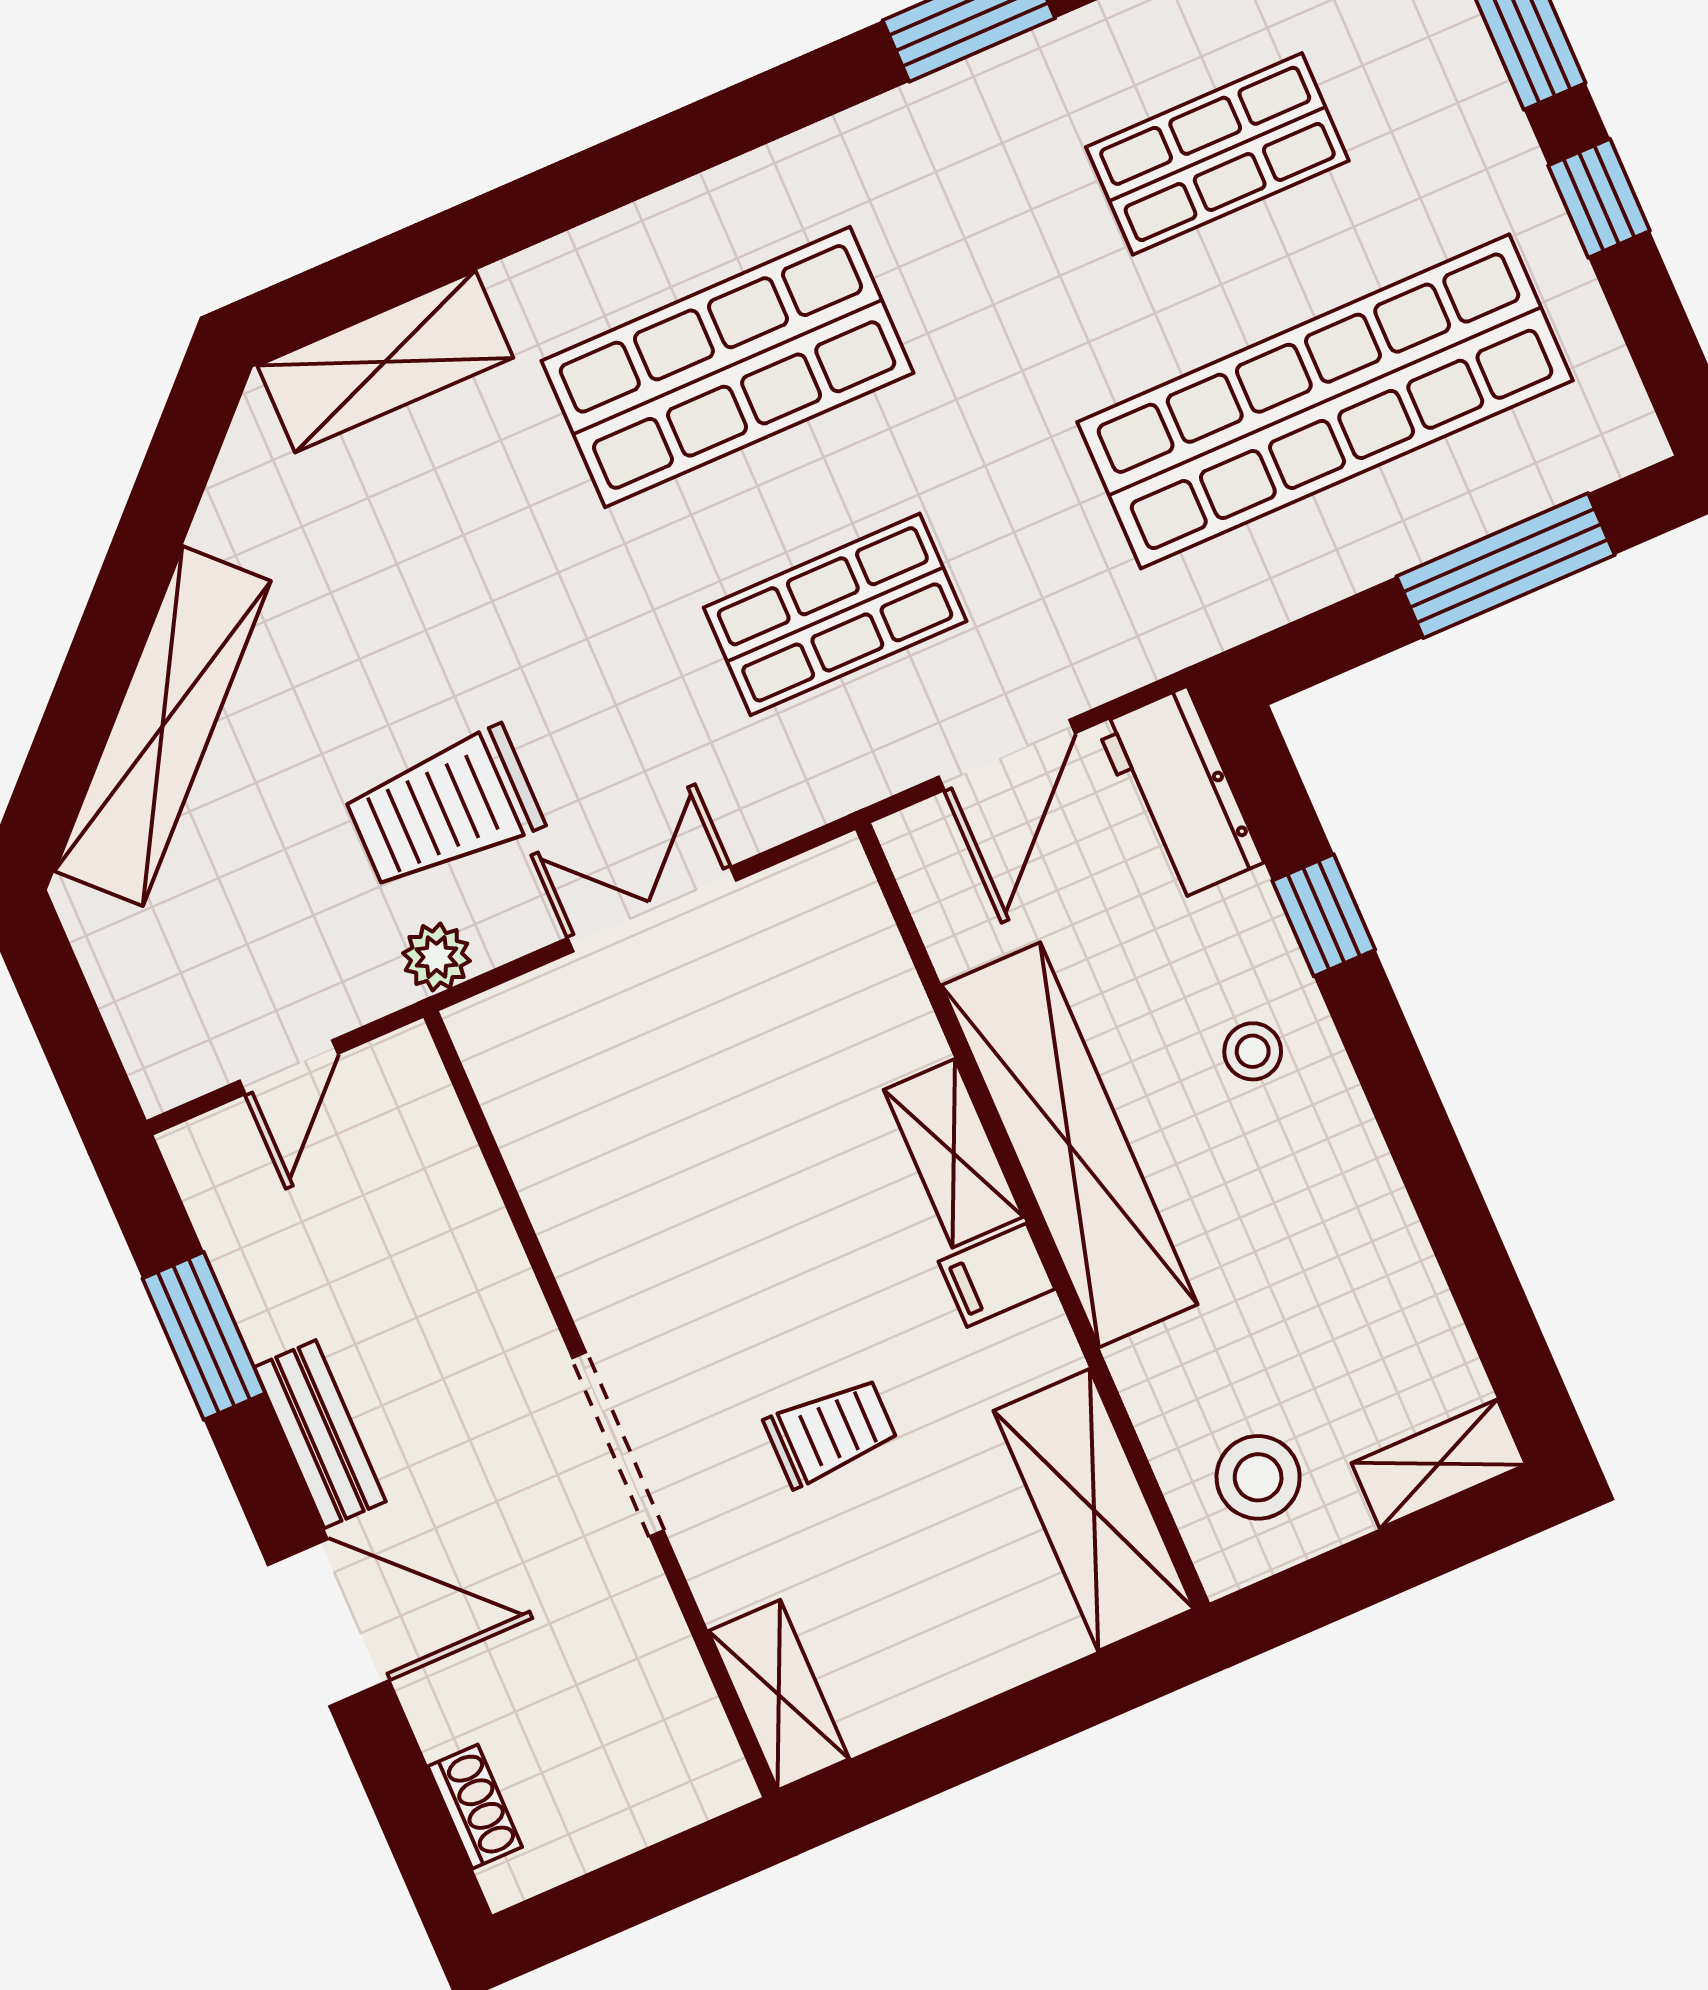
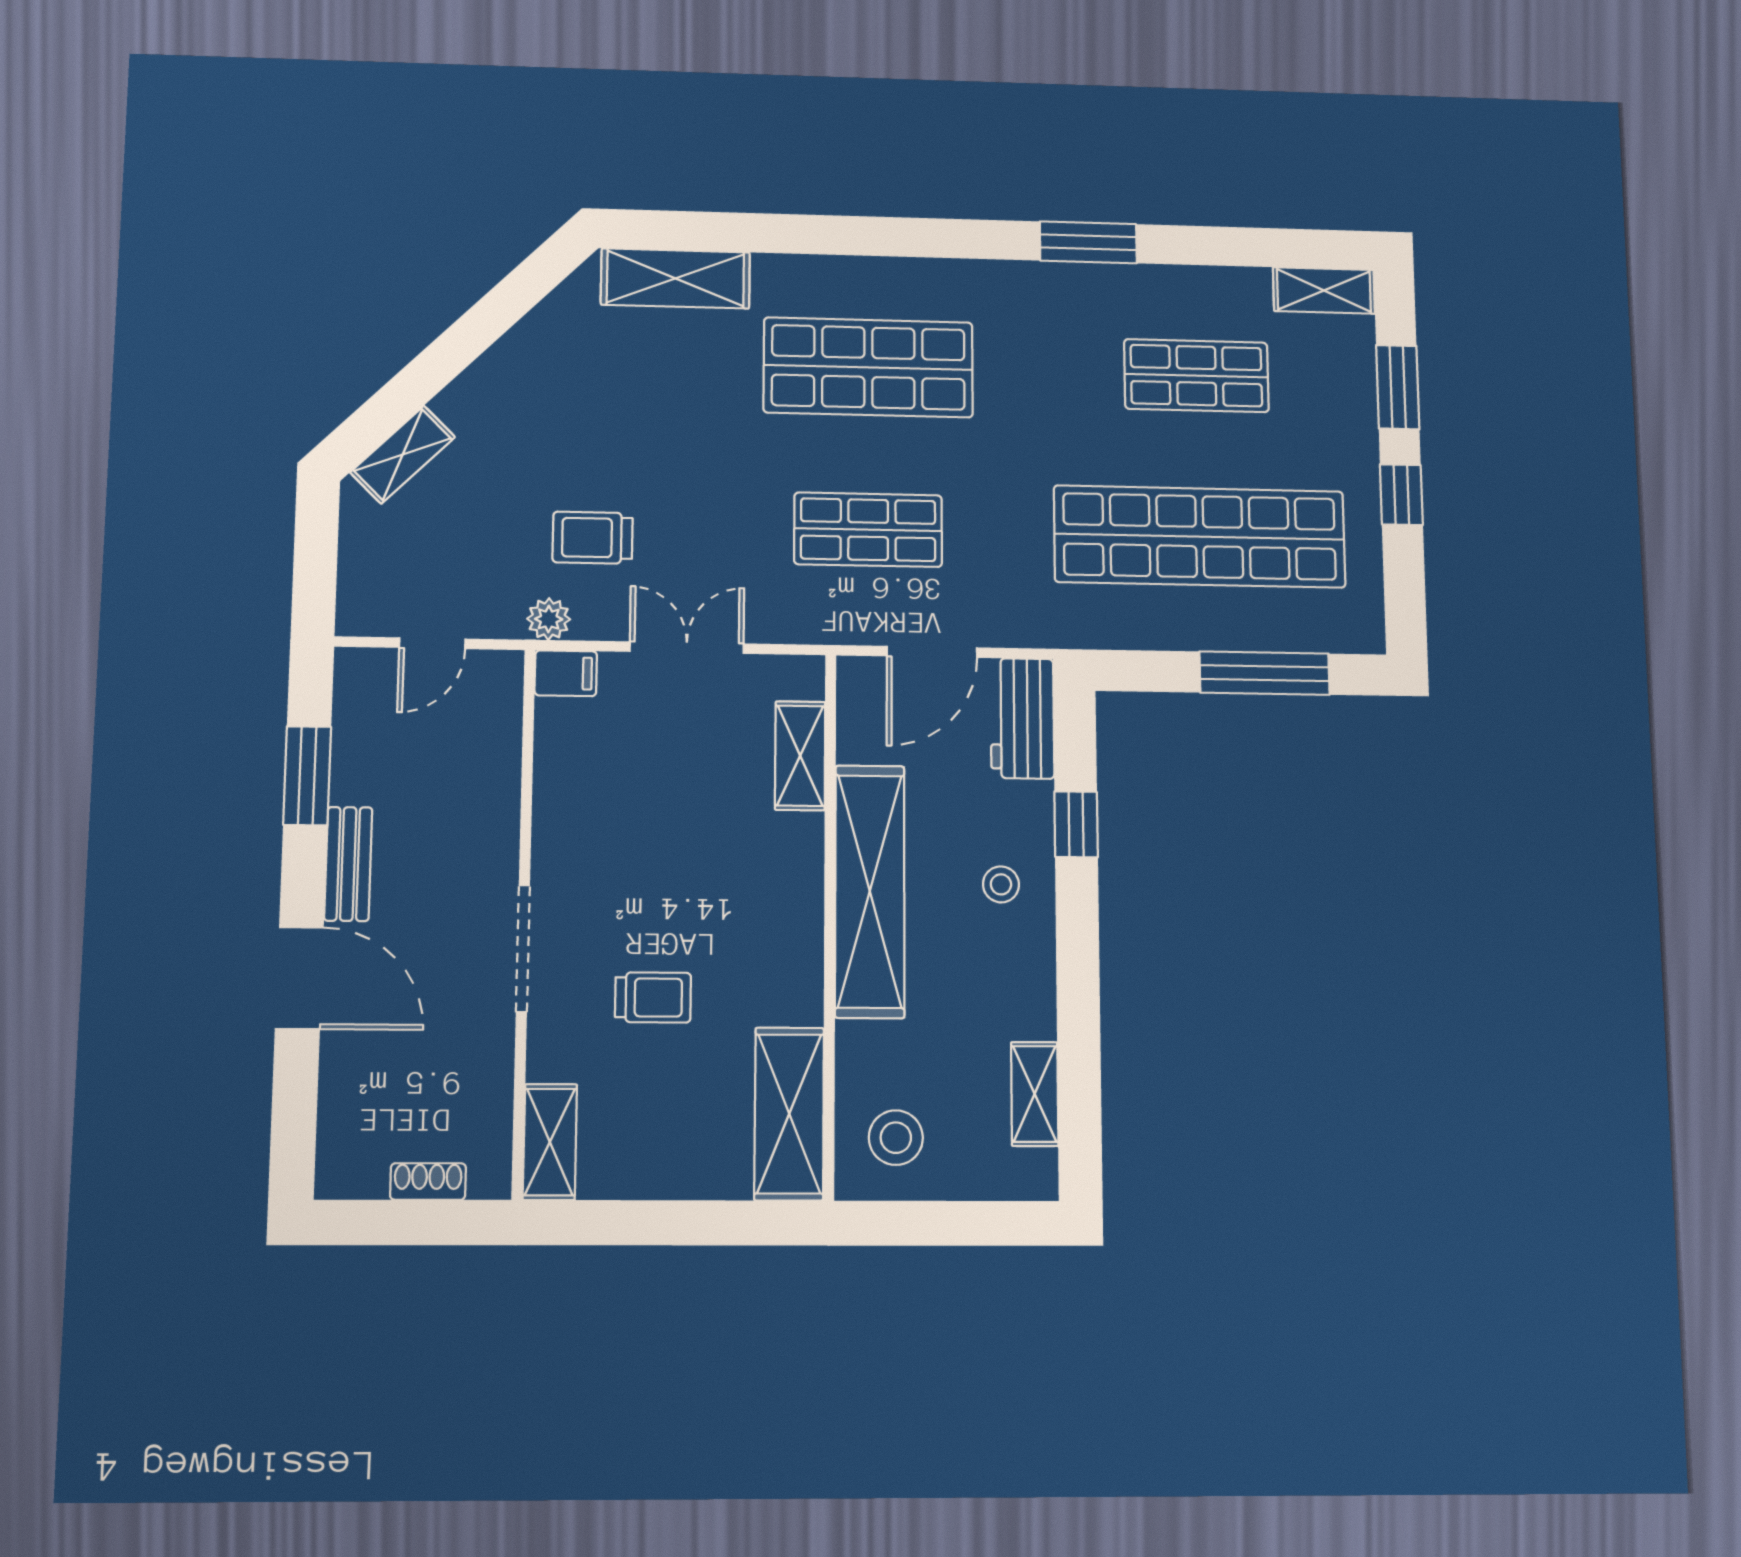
shelving: (163, 726) -> (403, 455), width x0.45, depth x0.75
trolley: (444, 809) -> (593, 538), width x0.73, depth x0.72
shelving: (954, 1153) -> (800, 756), moved
filing cabinet: (997, 1275) -> (566, 673), moved, turned 180
shelving: (1439, 1464) -> (1035, 1094), moved, turned 90
shoe rack: (475, 1807) -> (428, 1182), moved, turned -90

